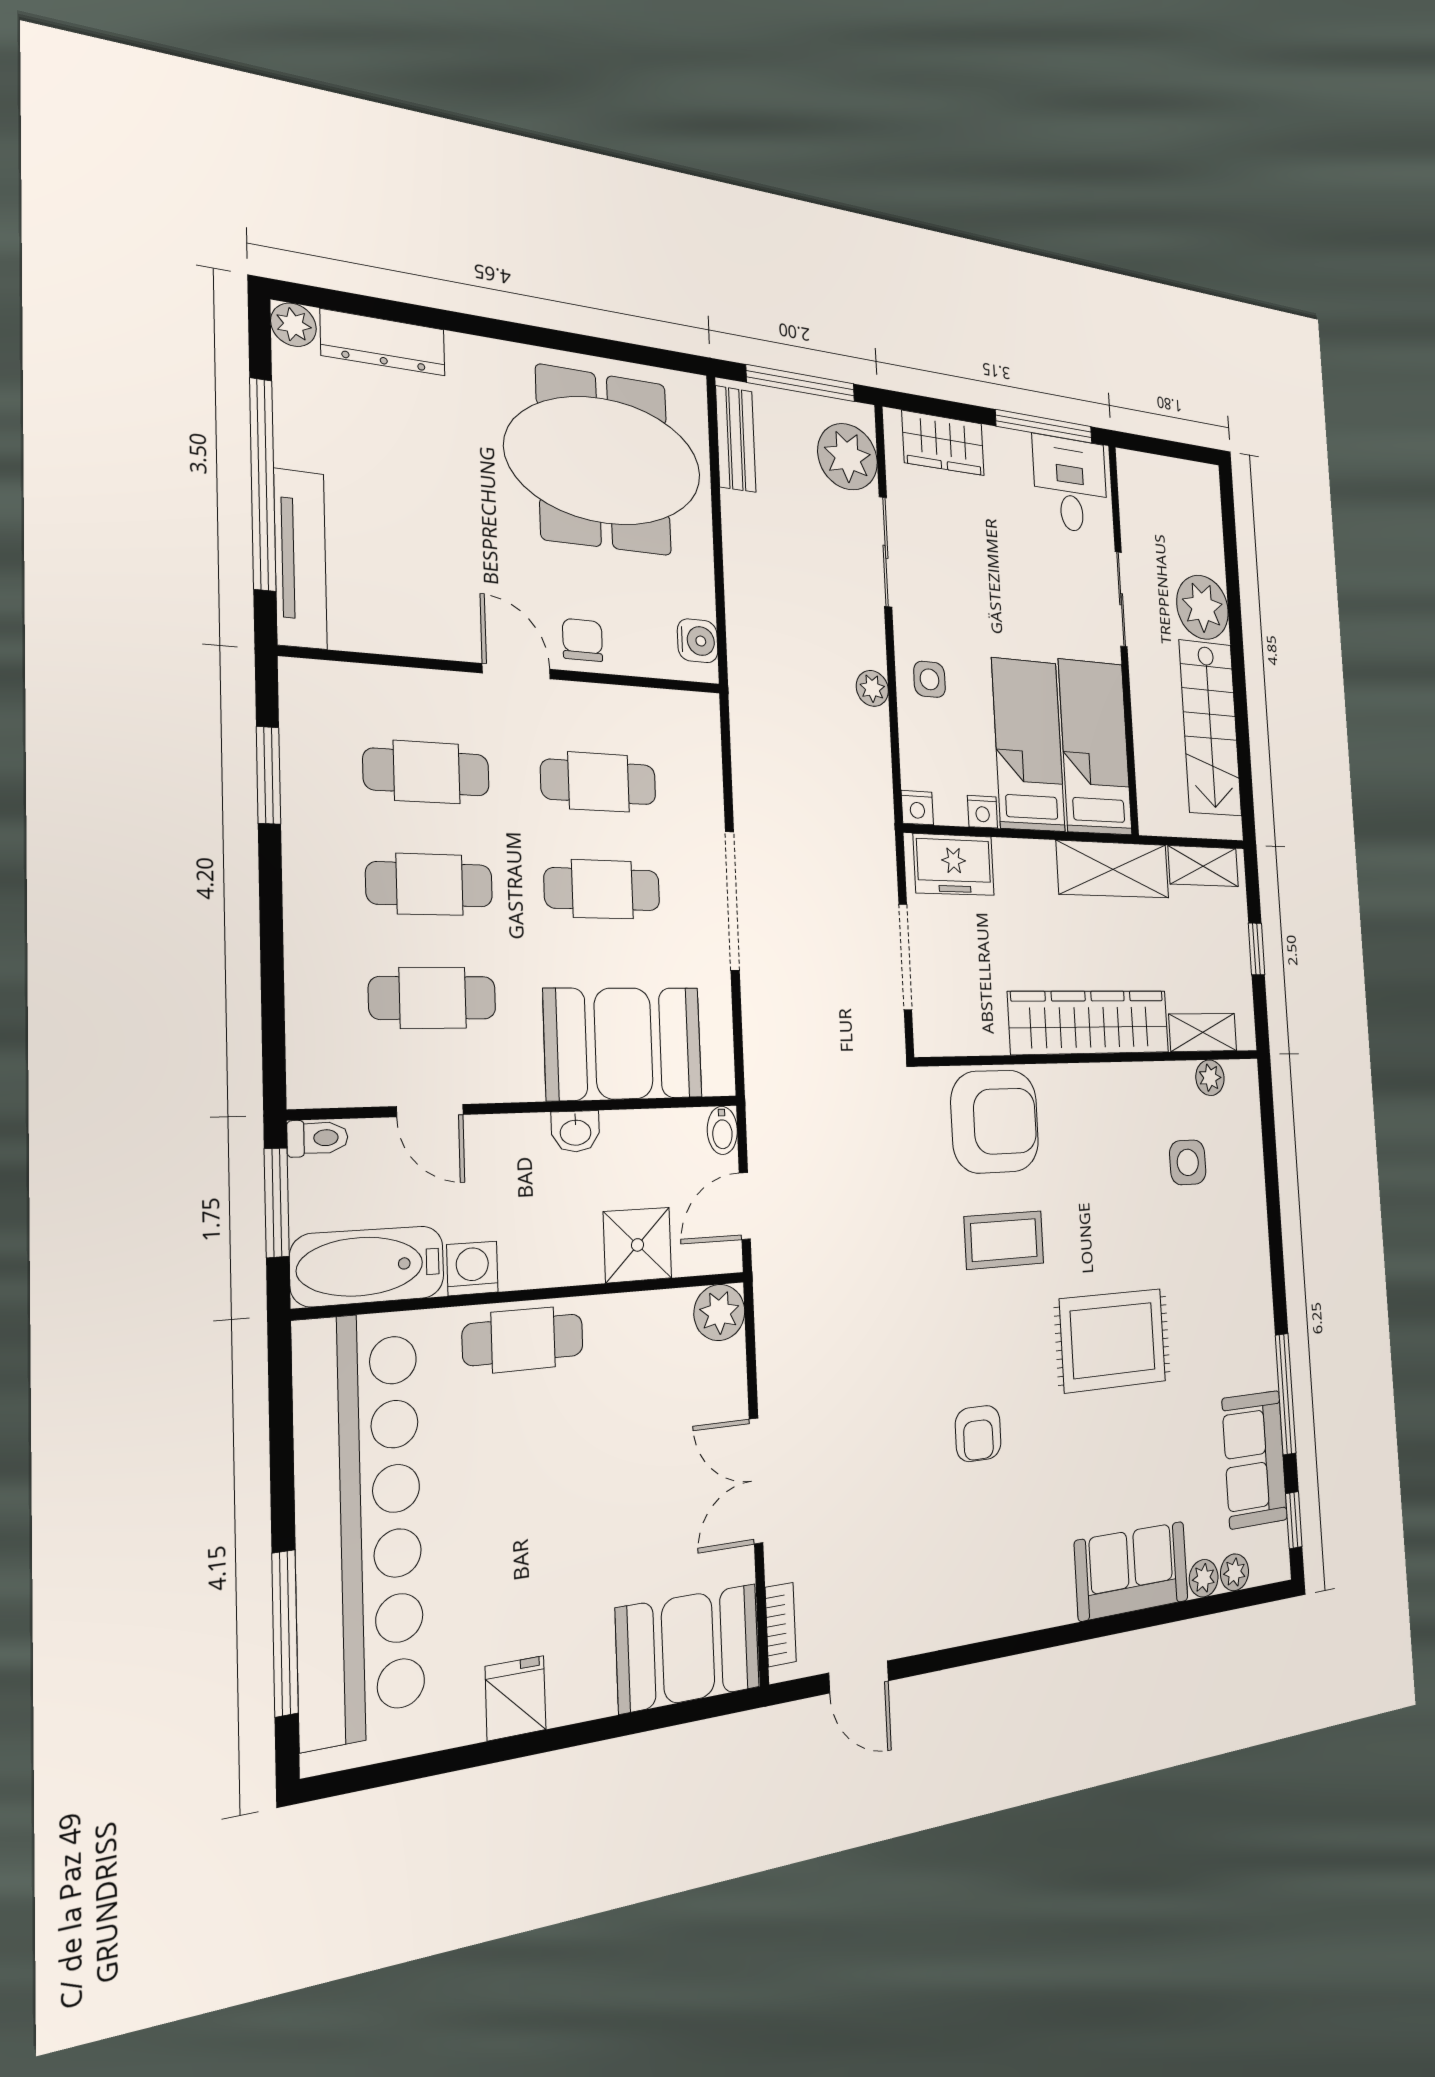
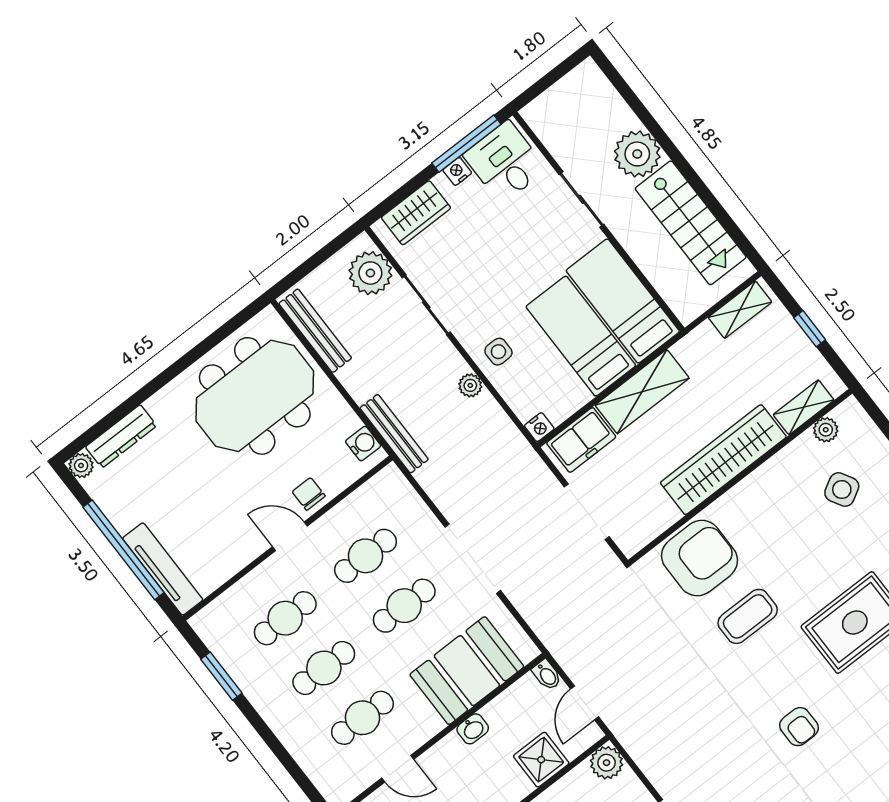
window: (801, 383) -> (319, 258), removed
bench: (736, 439) -> (315, 331), width x1.36
bench: (744, 663) -> (394, 434), added
nightstand: (982, 812) -> (457, 171), moved, turned 180
shelving: (1113, 869) -> (642, 392), moved
side table: (1188, 1162) -> (842, 489), turned -30

